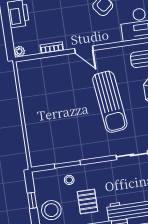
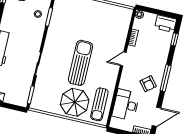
sun lounger: (110, 102) -> (80, 63), turned 97
pallet: (87, 201) -> (18, 21), removed

